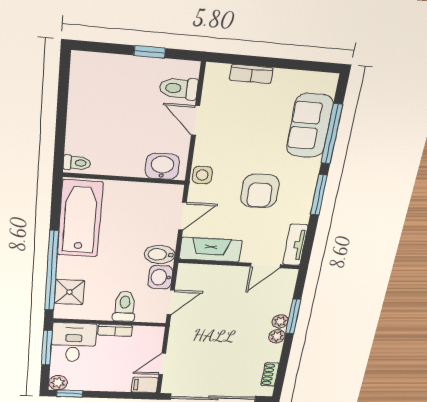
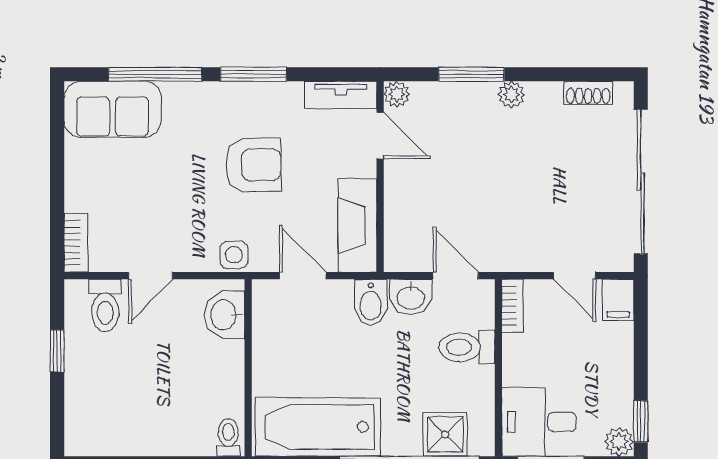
bookcase: (251, 74) -> (76, 243), moved
sofa: (310, 126) -> (113, 109), moved
plant: (280, 321) -> (397, 94), moved
bookcase: (115, 330) -> (512, 306), moved

